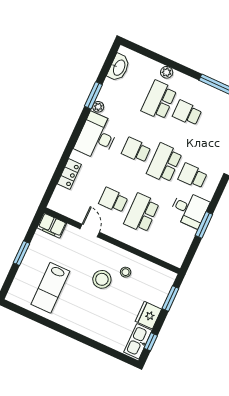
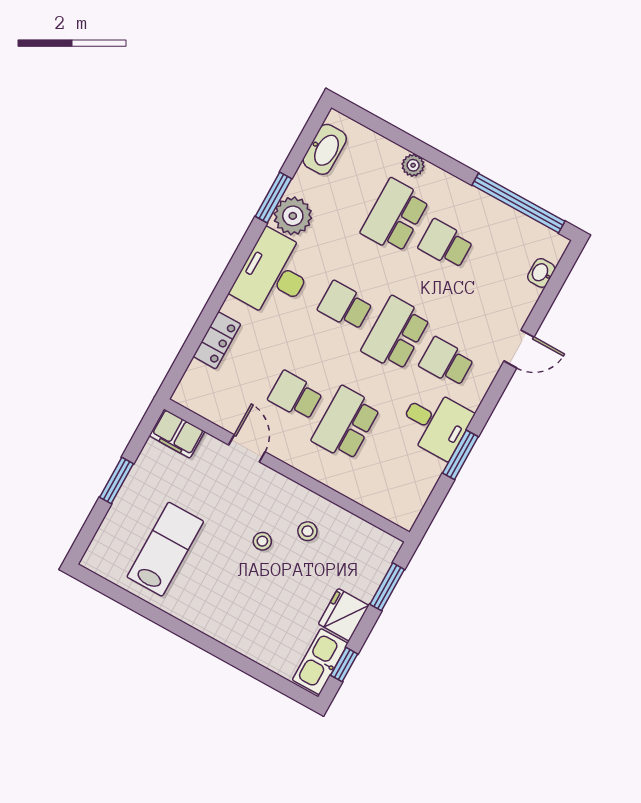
plant: (98, 107) -> (293, 216), width x1.87, depth x1.87
stool: (102, 279) -> (262, 541), width x0.53, depth x0.53
lab bench: (50, 288) -> (165, 549), turned 180

